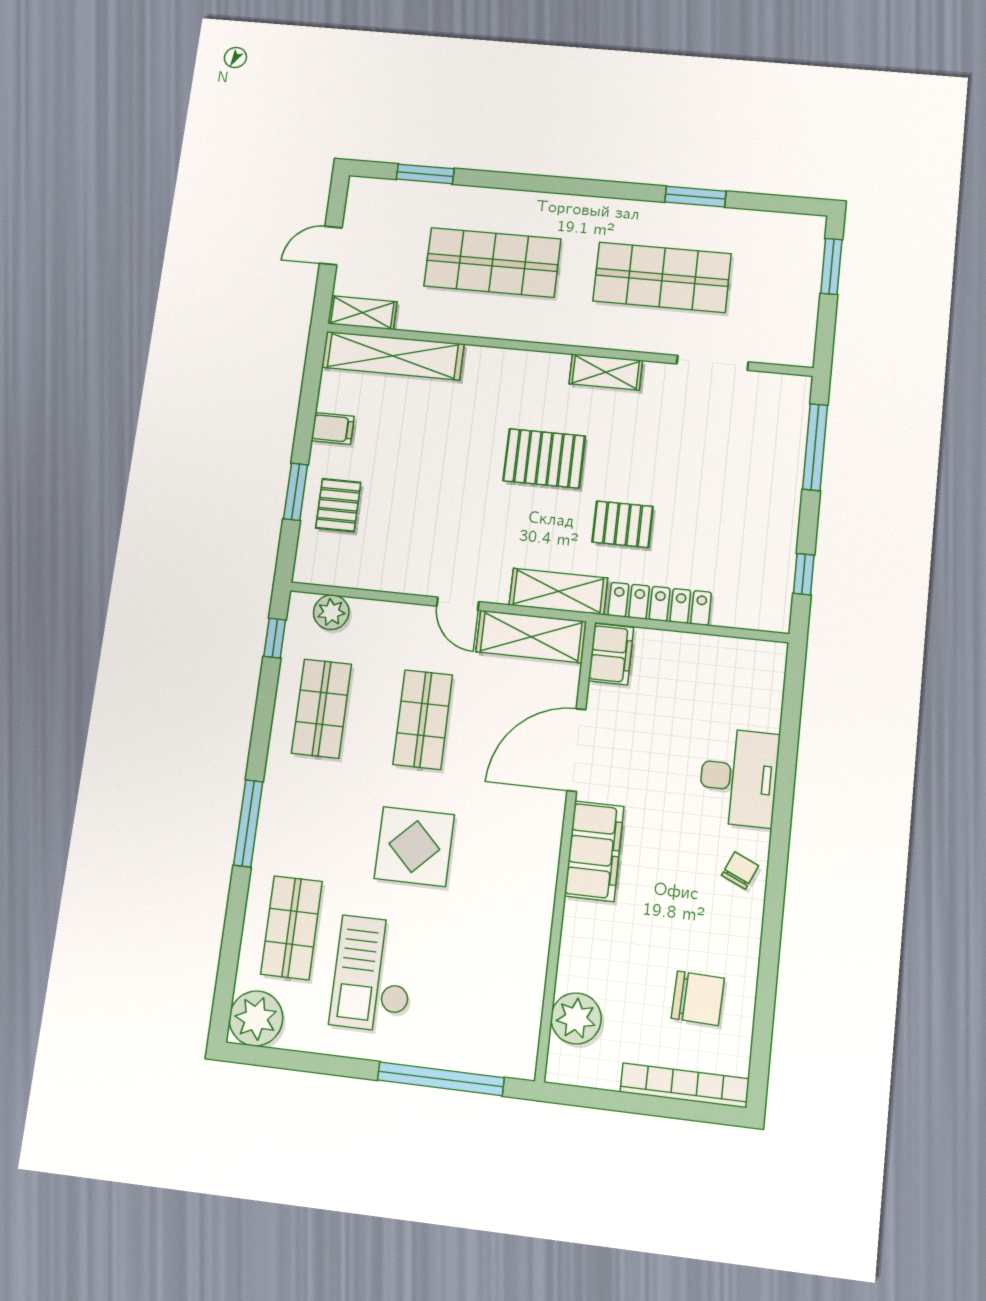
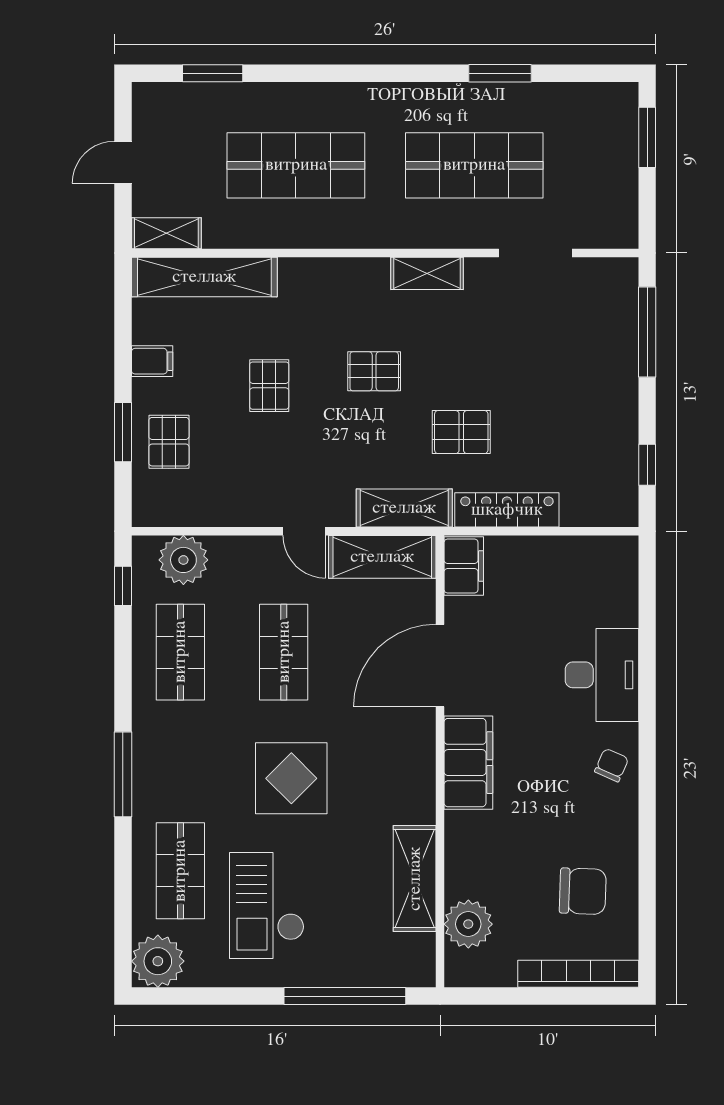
pallet: (544, 458) -> (374, 371), width x0.67, depth x0.71
pallet: (441, 462) -> (269, 386), added
plant: (331, 612) -> (183, 560), width x1.36, depth x1.36
shelving: (526, 964) -> (415, 879), added

